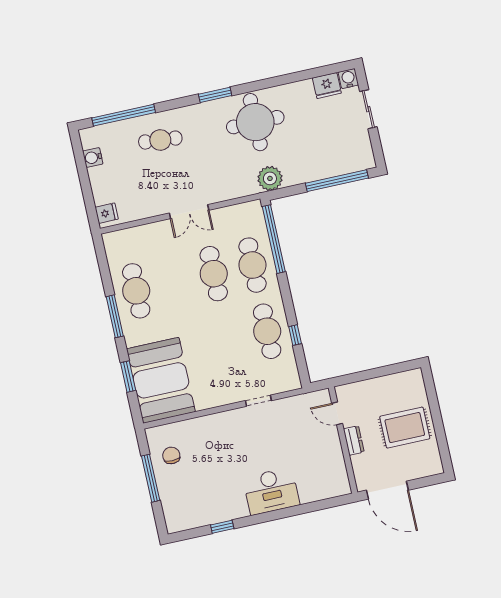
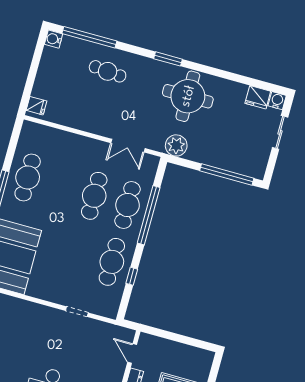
water cooler: (93, 157) -> (54, 39), moved
double door: (189, 212) -> (128, 146), moved
window: (274, 239) -> (149, 215), moved

